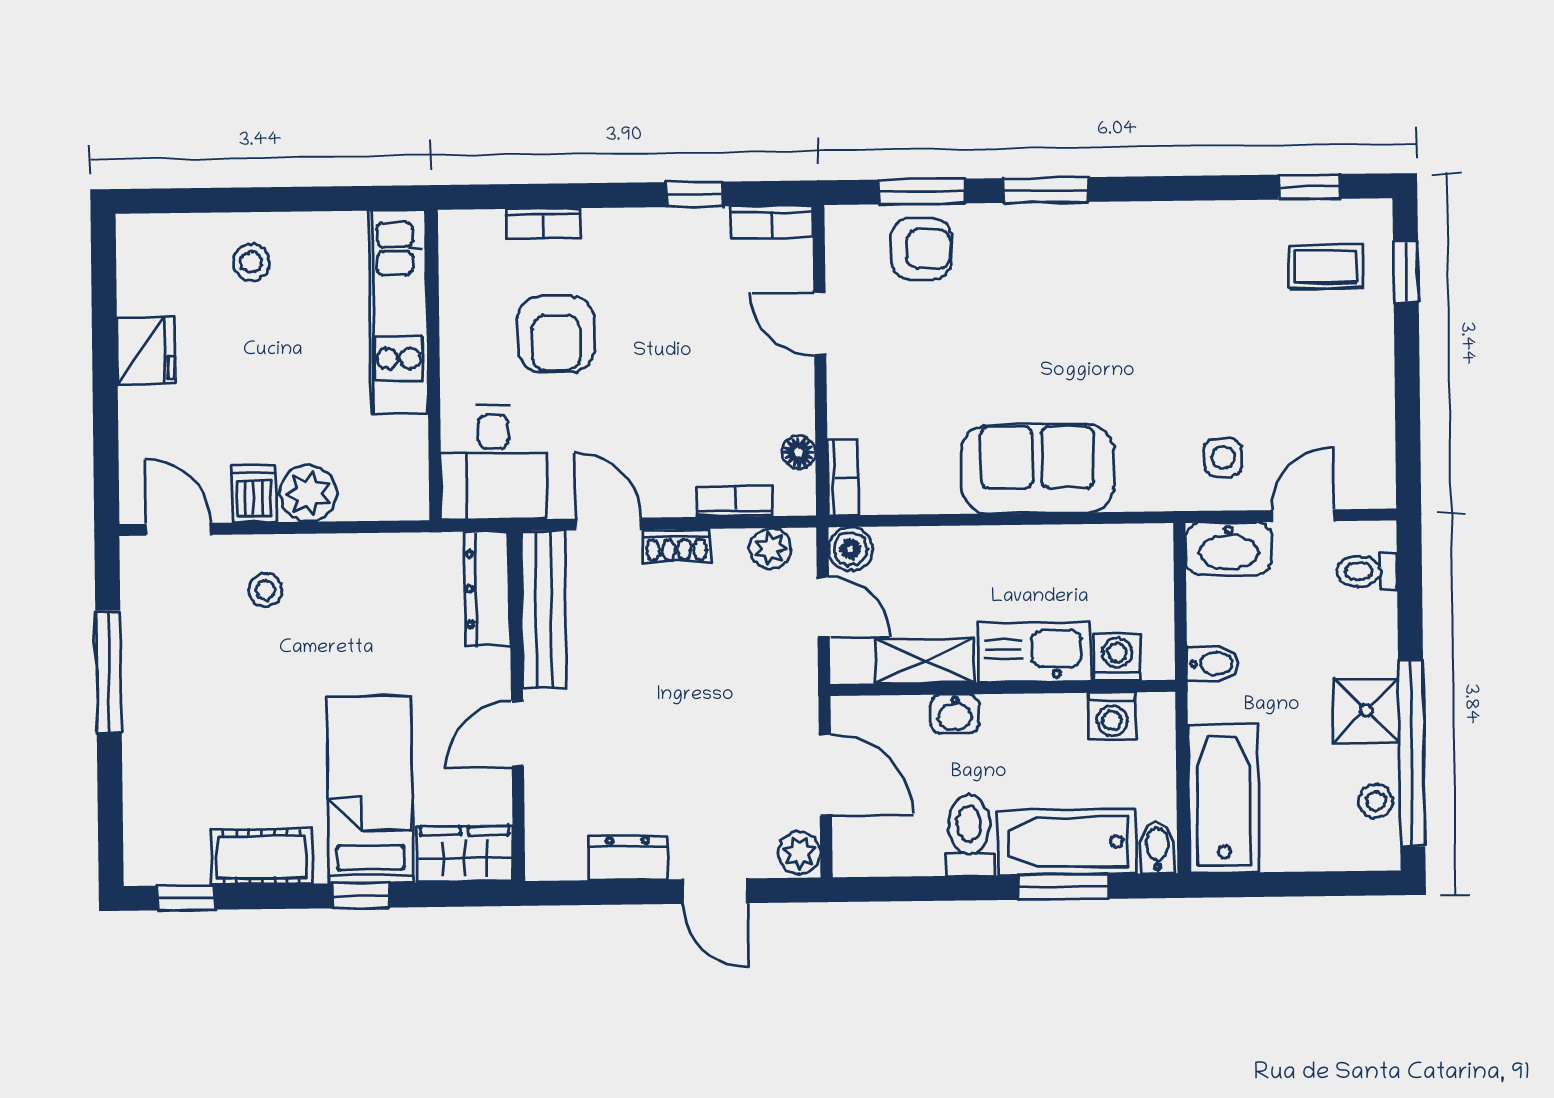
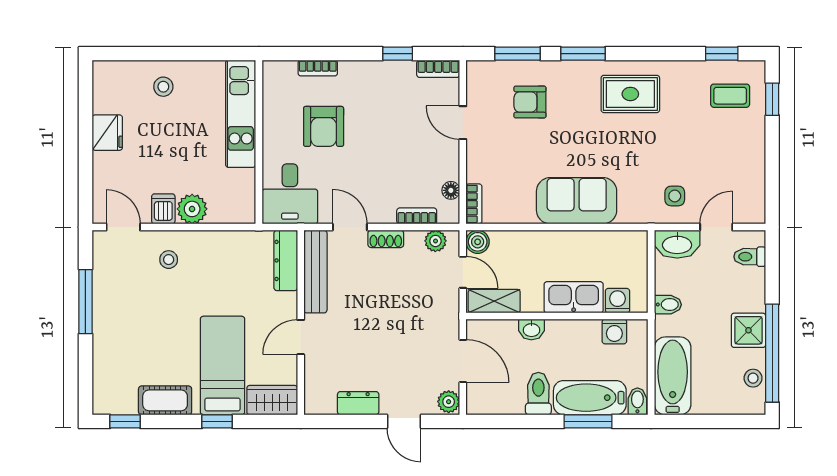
armchair: (921, 249) -> (530, 102), moved, turned 180
rug: (1137, 265) -> (630, 94), added
shelving: (925, 661) -> (494, 301), moved

